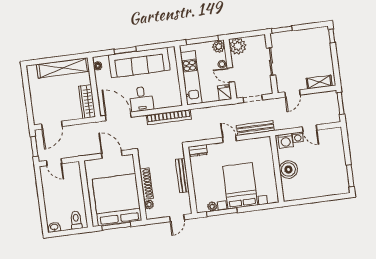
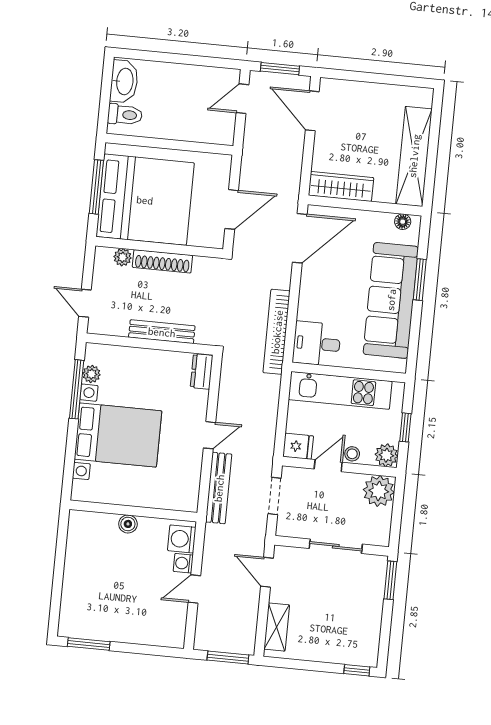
window: (202, 40) -> (405, 427), width x0.46
desk: (141, 99) -> (317, 344), moved
boiler: (288, 170) -> (128, 524), width x0.54, depth x0.54
washbasin: (54, 227) -> (124, 81), width x1.91, depth x1.45

